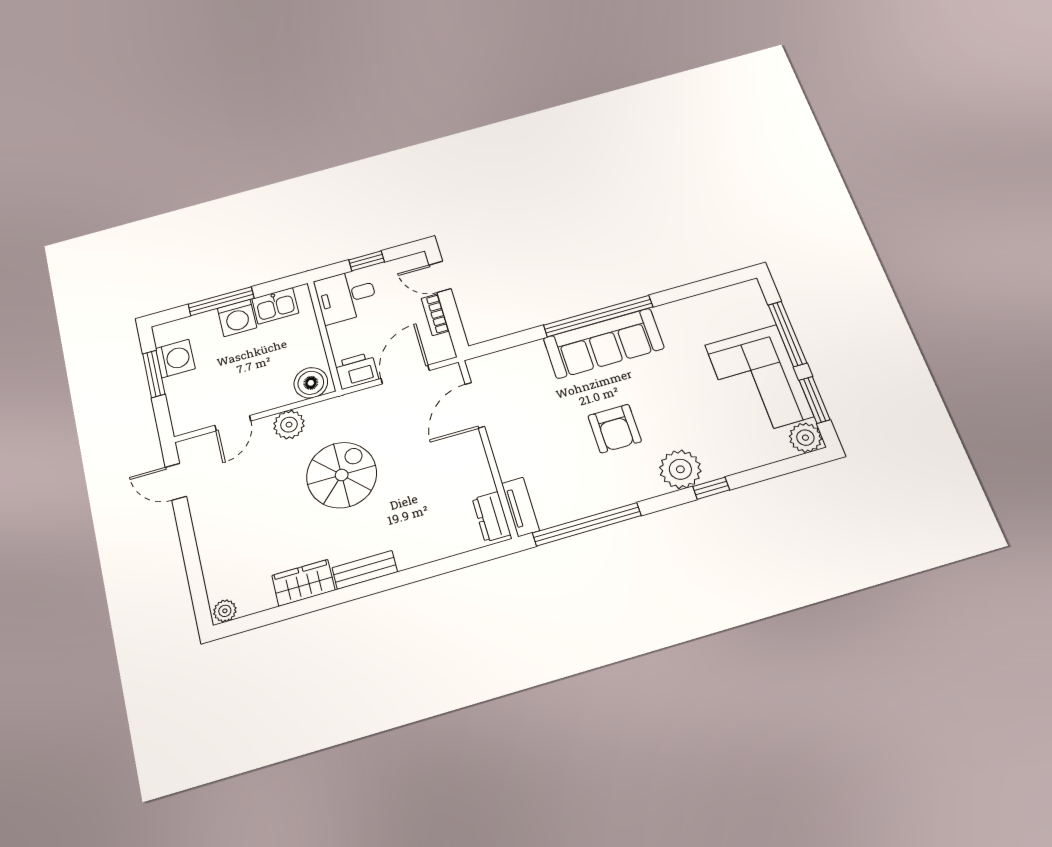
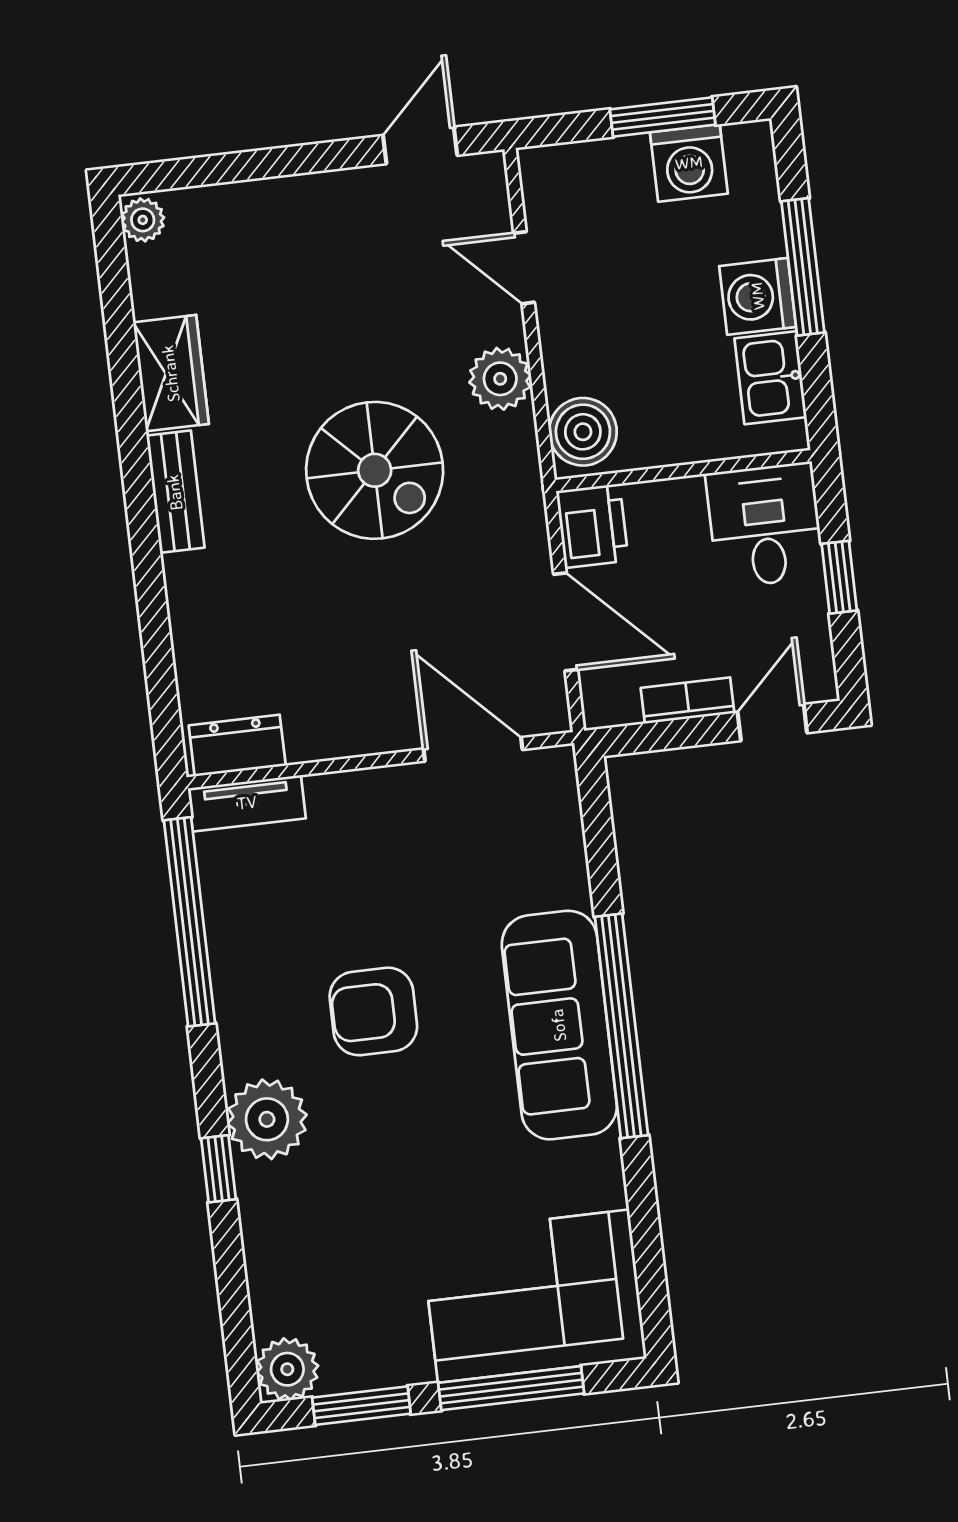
corner sofa: (759, 381) -> (534, 1296), moved

